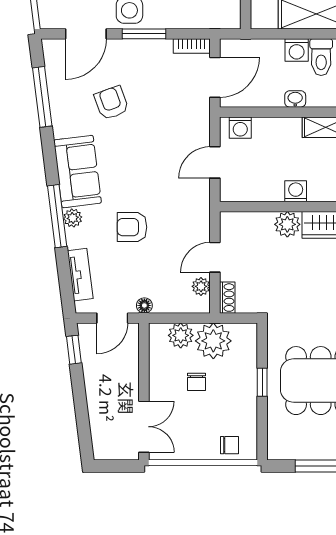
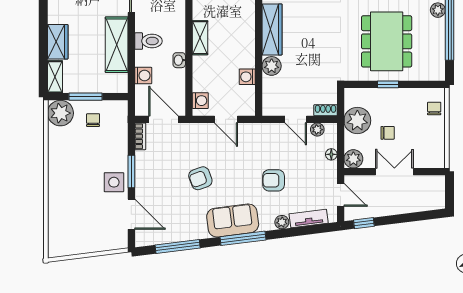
washing machine: (297, 50) -> (143, 76), moved
armchair: (111, 103) -> (200, 178), moved
washing machine: (296, 191) -> (247, 77), moved
window: (57, 216) -> (243, 238), moved
plant: (73, 218) -> (282, 222), moved
armchair: (132, 227) -> (274, 180), turned 90
floor lamp: (144, 305) -> (331, 154), moved
plant: (181, 335) -> (353, 159), moved
double door: (144, 427) -> (394, 172), moved

